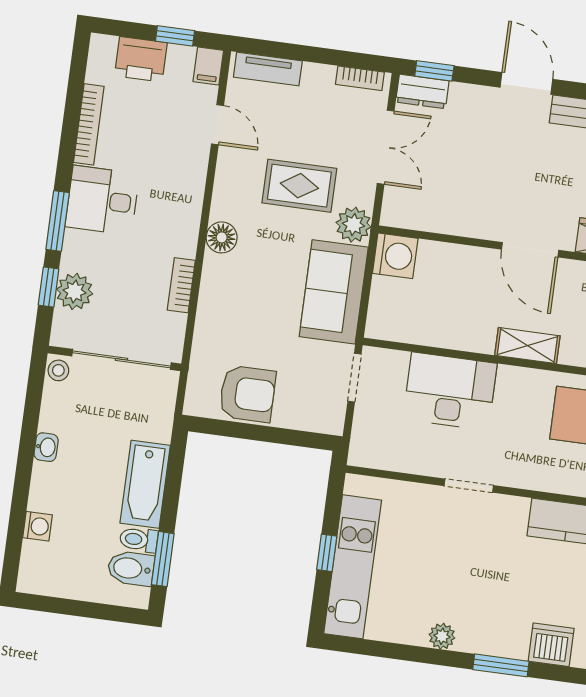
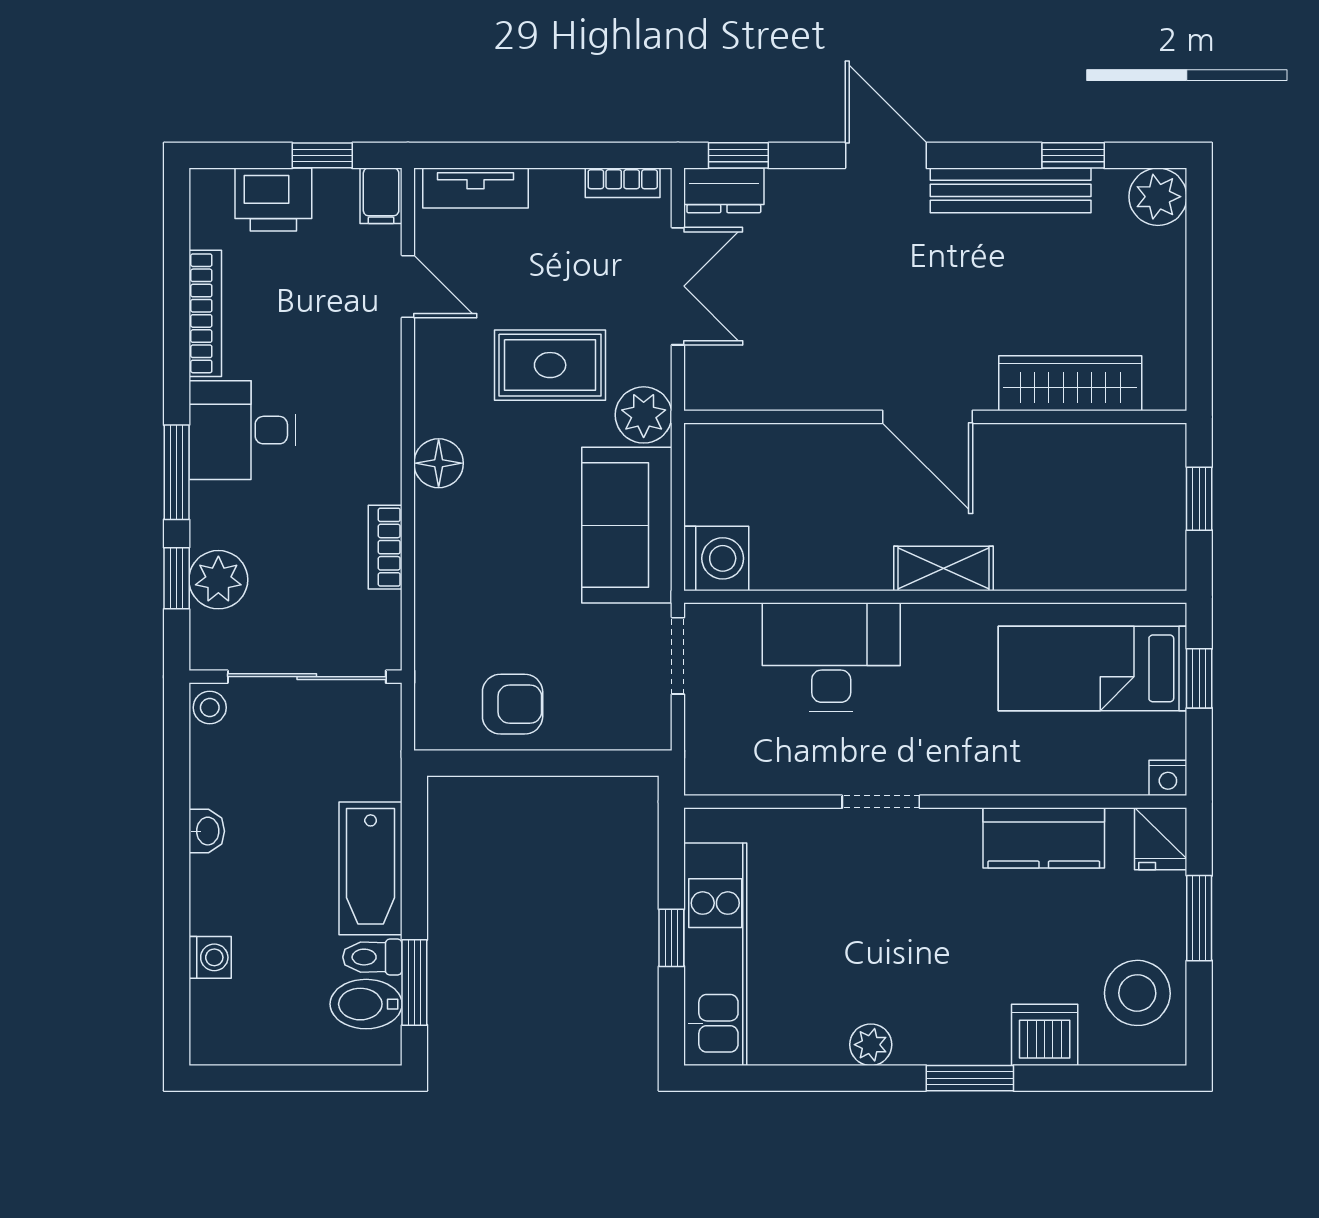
washing machine: (395, 256) -> (716, 558), moved
armchair: (247, 394) -> (513, 704), width x0.72, depth x0.72

